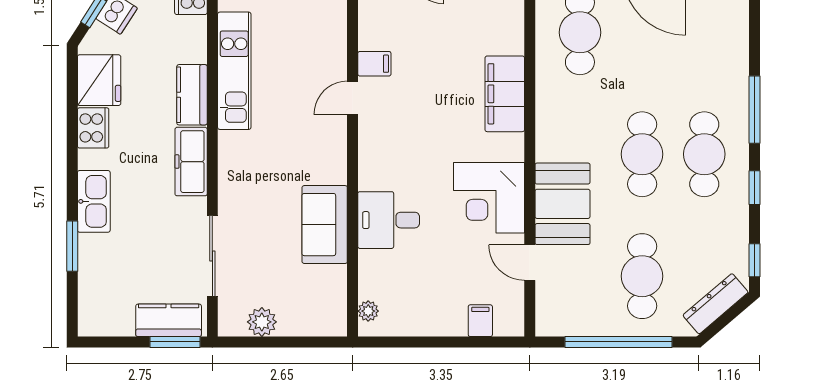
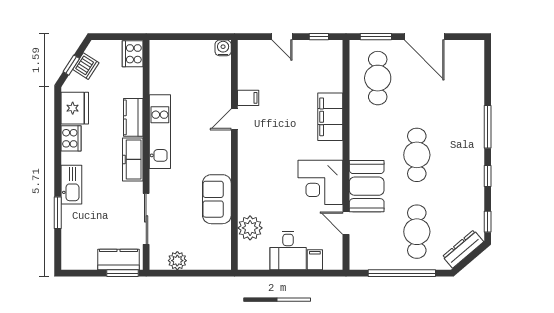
kitchen unit: (234, 71) -> (160, 132), moved
cafe table: (704, 154) -> (456, 155), removed
desk: (389, 220) -> (288, 250), moved, turned -90
plant: (368, 311) -> (250, 228), moved, width x1.88, depth x1.88

